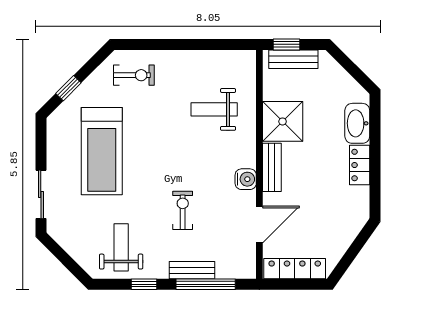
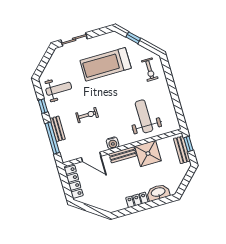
weight bench: (214, 109) -> (144, 116), width x1.36, depth x1.33

